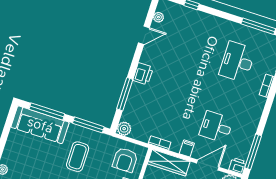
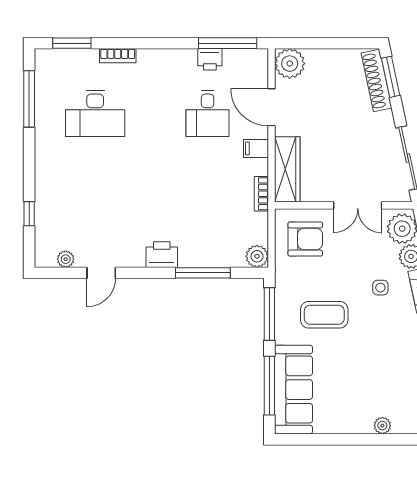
door: (144, 35) -> (101, 273), swing flipped
printer: (238, 166) -> (210, 59), moved, turned -90

